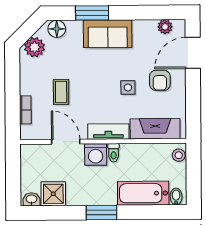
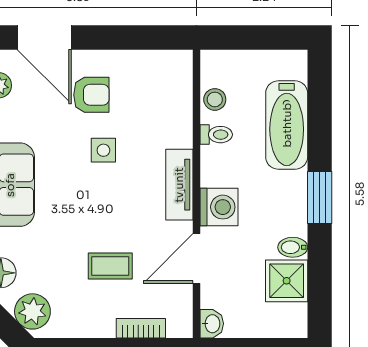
fireplace: (155, 129) -> (175, 104), removed
toilet: (114, 153) -> (216, 135), moved
stool: (179, 155) -> (215, 99), moved
bidet: (176, 196) -> (293, 247), moved
washbasin: (32, 199) -> (212, 324), moved, turned 180

